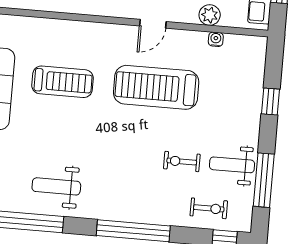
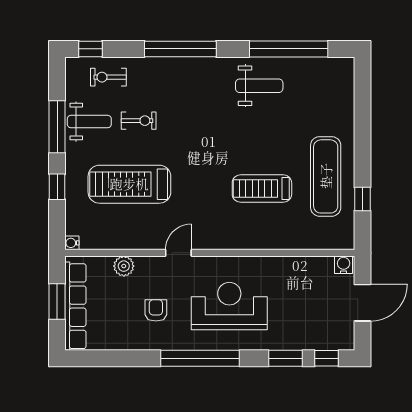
water cooler: (216, 39) -> (72, 243), moved, turned 90
treadmill: (156, 87) -> (129, 184), moved, turned 180
window: (264, 180) -> (57, 127), moved

